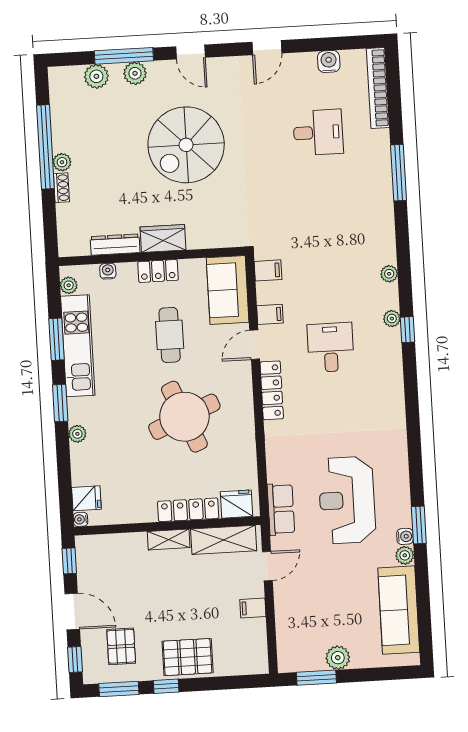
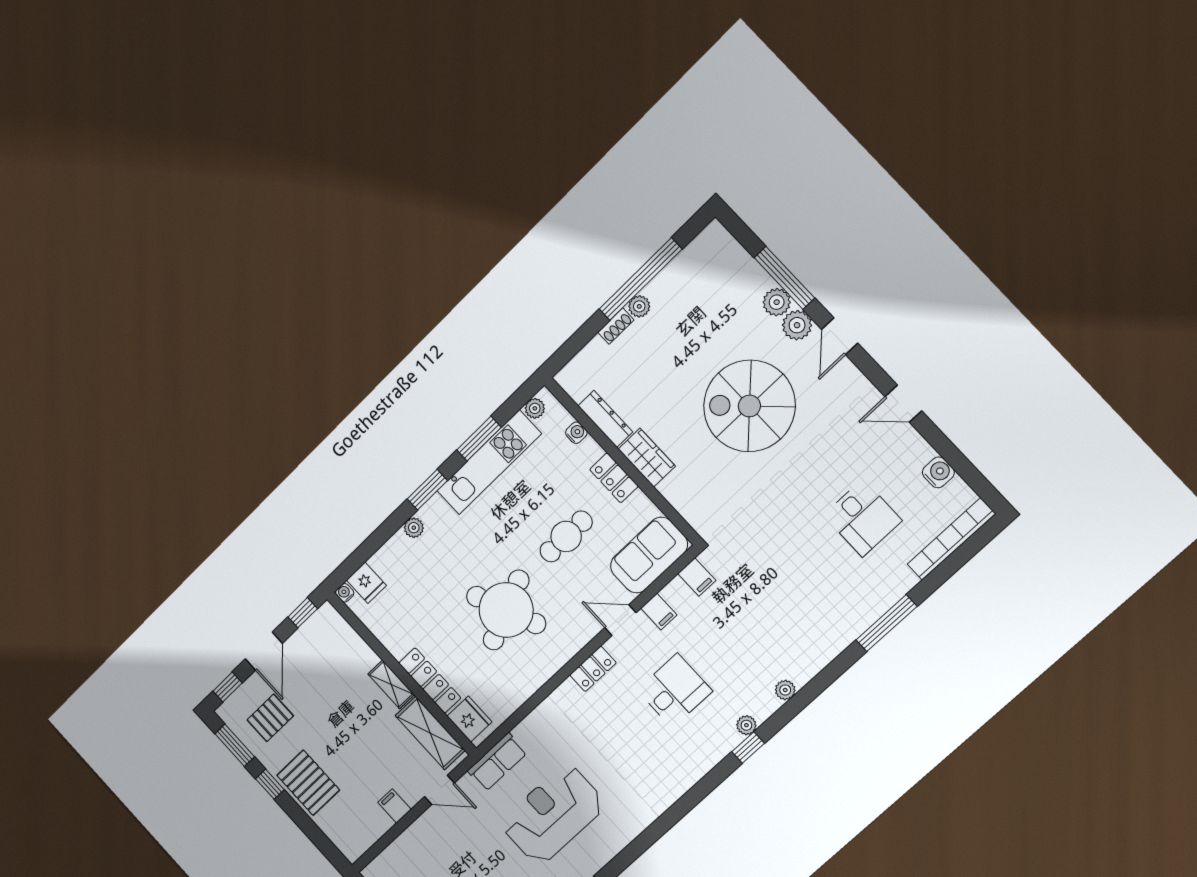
plant: (96, 76) -> (797, 325), moved
locker: (272, 390) -> (593, 669), width x0.66

